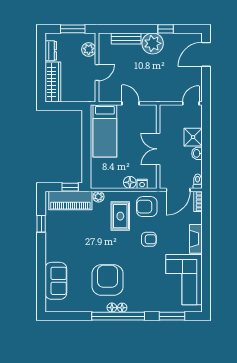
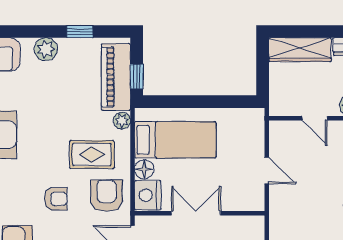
door: (131, 103) -> (267, 170), hinge flipped
bed: (105, 131) -> (175, 140), moved, turned 180
nightstand: (142, 184) -> (148, 195), width x1.89, depth x1.79
armchair: (149, 239) -> (56, 199), turned -90
plant: (52, 246) -> (46, 49), added

